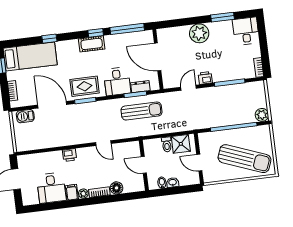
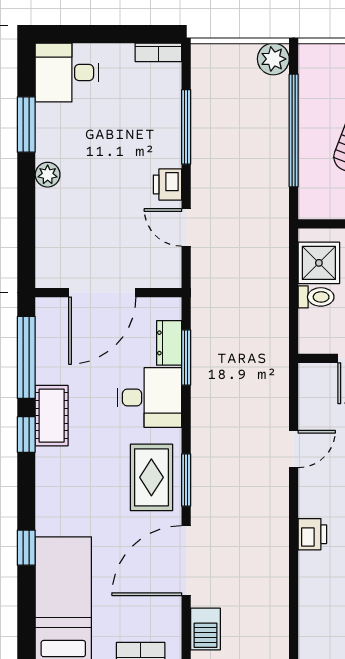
plant: (199, 33) -> (48, 175), width x0.53, depth x0.53
cot: (92, 44) -> (52, 416), moved
sun lounger: (142, 111) -> (228, 348), removed

